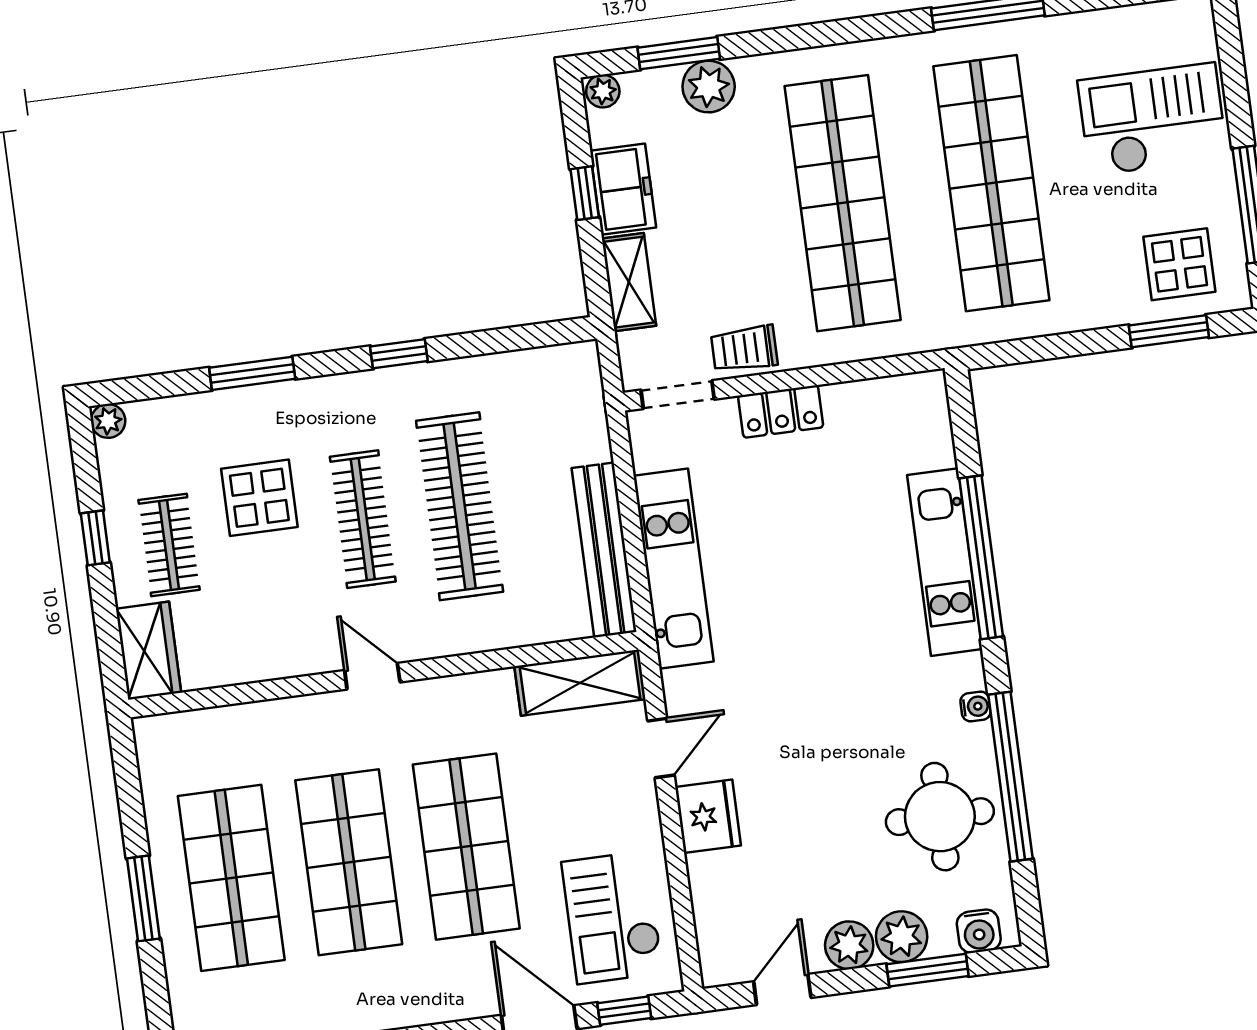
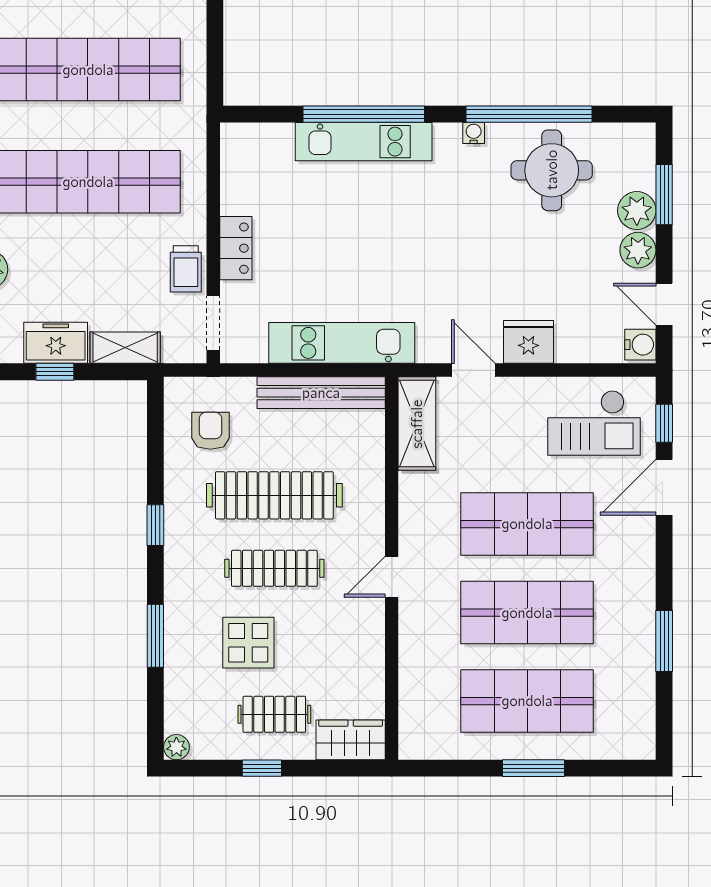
armchair: (534, 410) -> (210, 431), added
water cooler: (979, 931) -> (640, 345), moved

